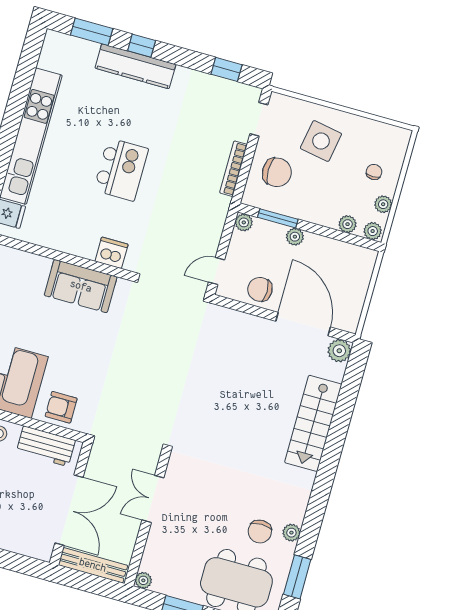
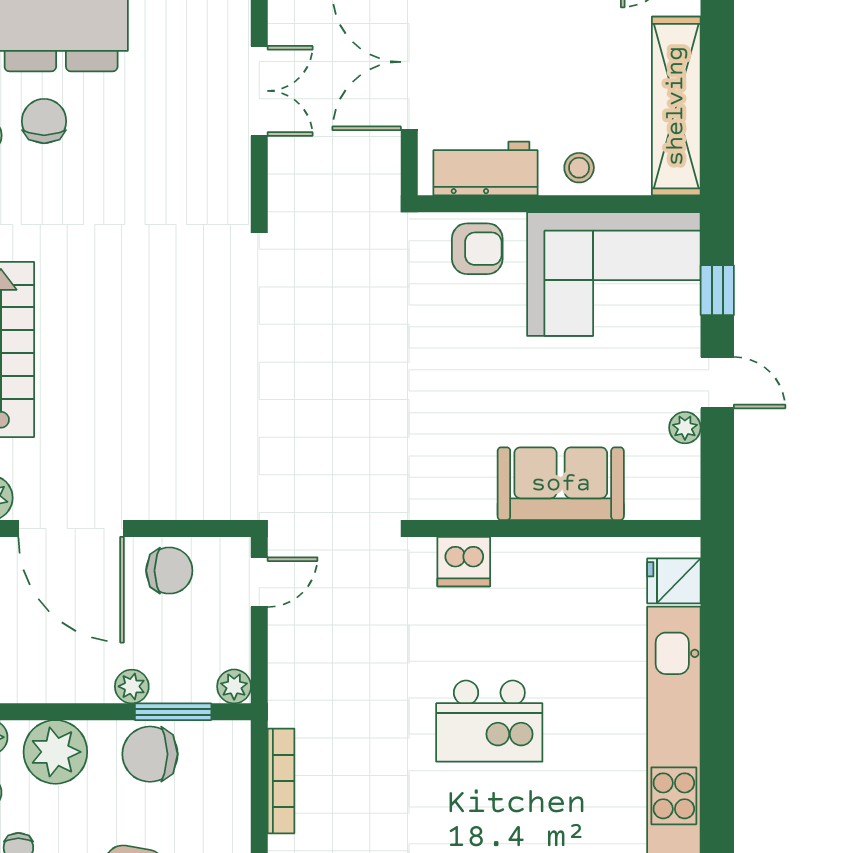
kitchen island: (121, 169) -> (489, 721), turned -90
chair: (277, 172) -> (150, 754), moved
plant: (348, 224) -> (55, 752), width x1.87, depth x1.87
sofa: (81, 286) -> (561, 484), moved
double door: (153, 499) -> (259, 91), moved

